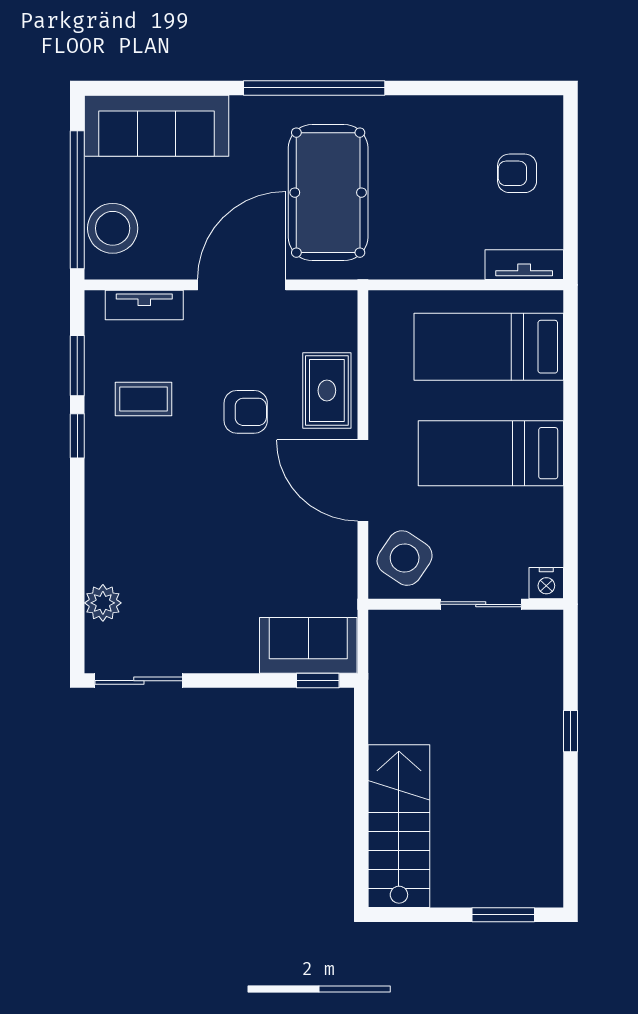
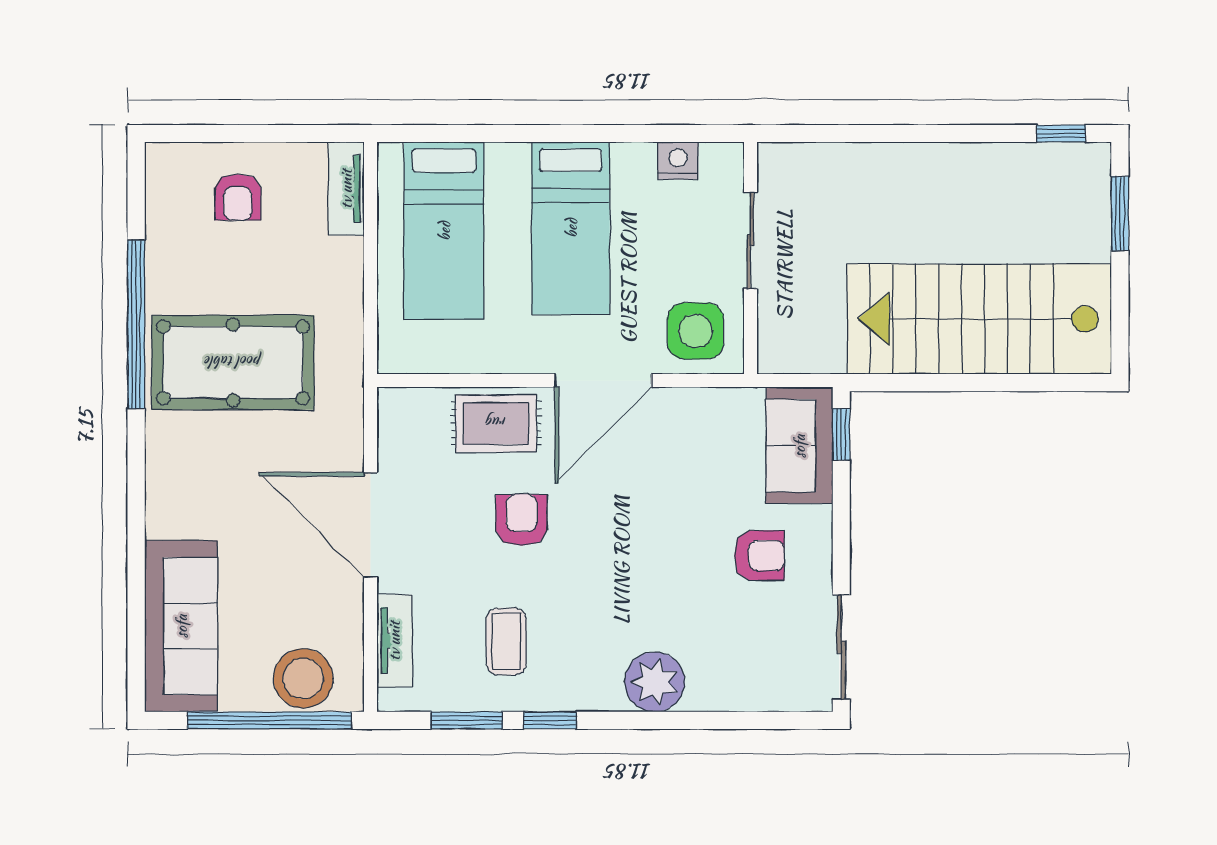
window: (314, 88) -> (136, 324), moved
pool table: (328, 193) -> (233, 362), moved
side table: (405, 558) -> (695, 331), turned -34
nightstand: (546, 583) -> (678, 161), moved, turned -90
plant: (103, 603) -> (655, 682), moved, width x1.36, depth x1.36
armchair: (216, 612) -> (759, 555), added
window: (571, 731) -> (1061, 134), moved
stairs: (399, 826) -> (979, 319), width x1.36, depth x1.51

